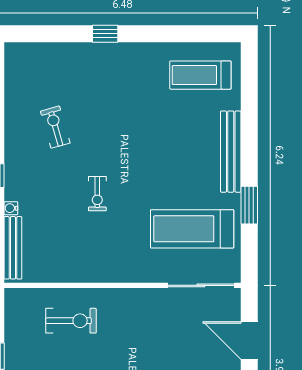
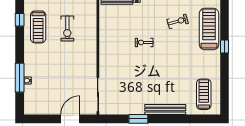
treadmill: (192, 229) -> (209, 29), moved
exercise bike: (71, 321) -> (67, 29), moved

